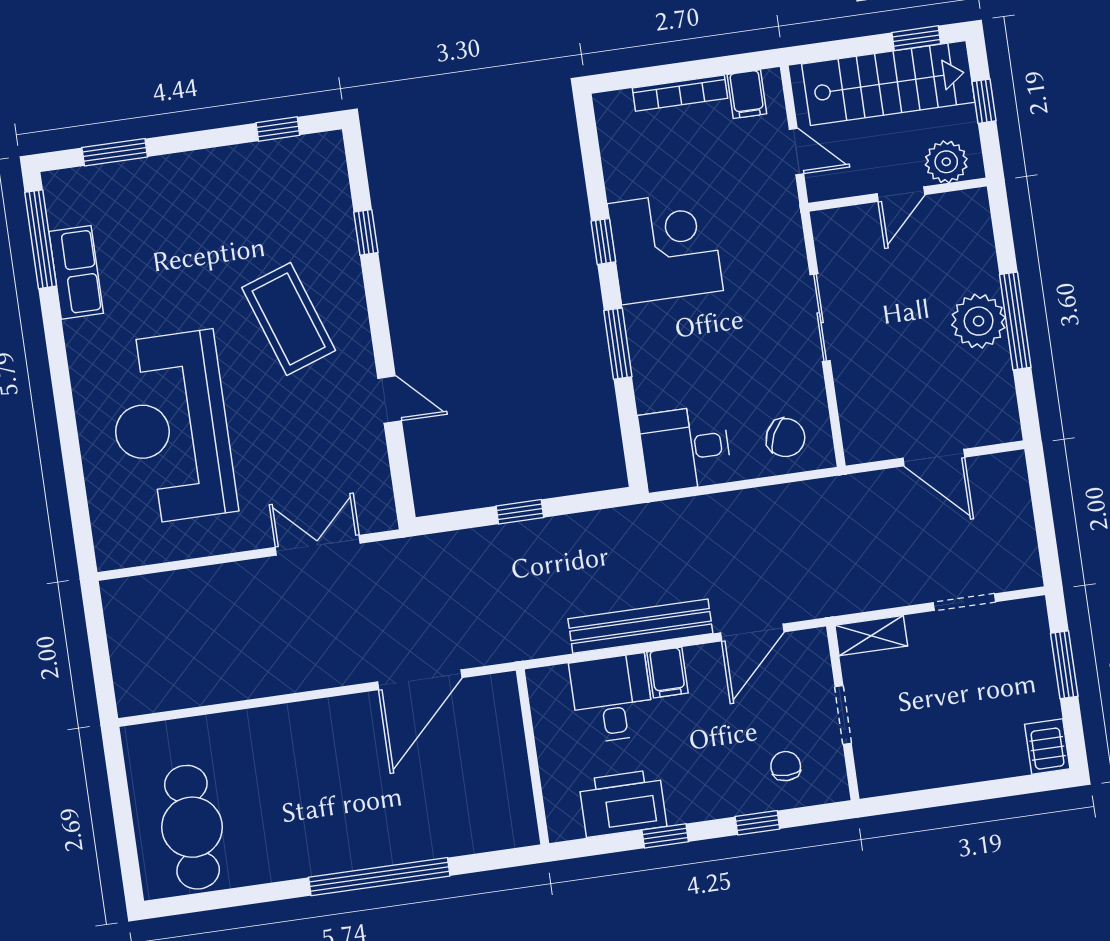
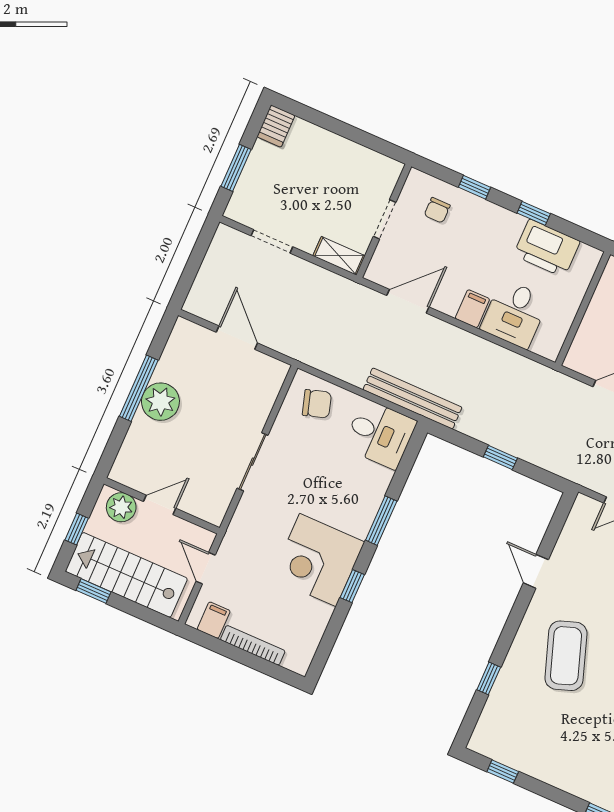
chair: (786, 438) -> (317, 404), turned 137
bench: (640, 626) -> (413, 398), moved

